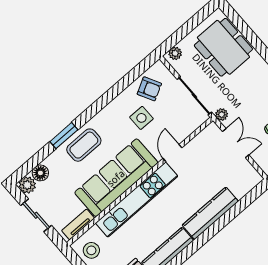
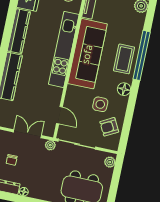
window: (64, 136) -> (142, 55), width x2.11
double door: (236, 143) -> (27, 134), swing flipped
door: (172, 153) -> (59, 115), moved
floor lamp: (40, 173) -> (124, 89), moved

